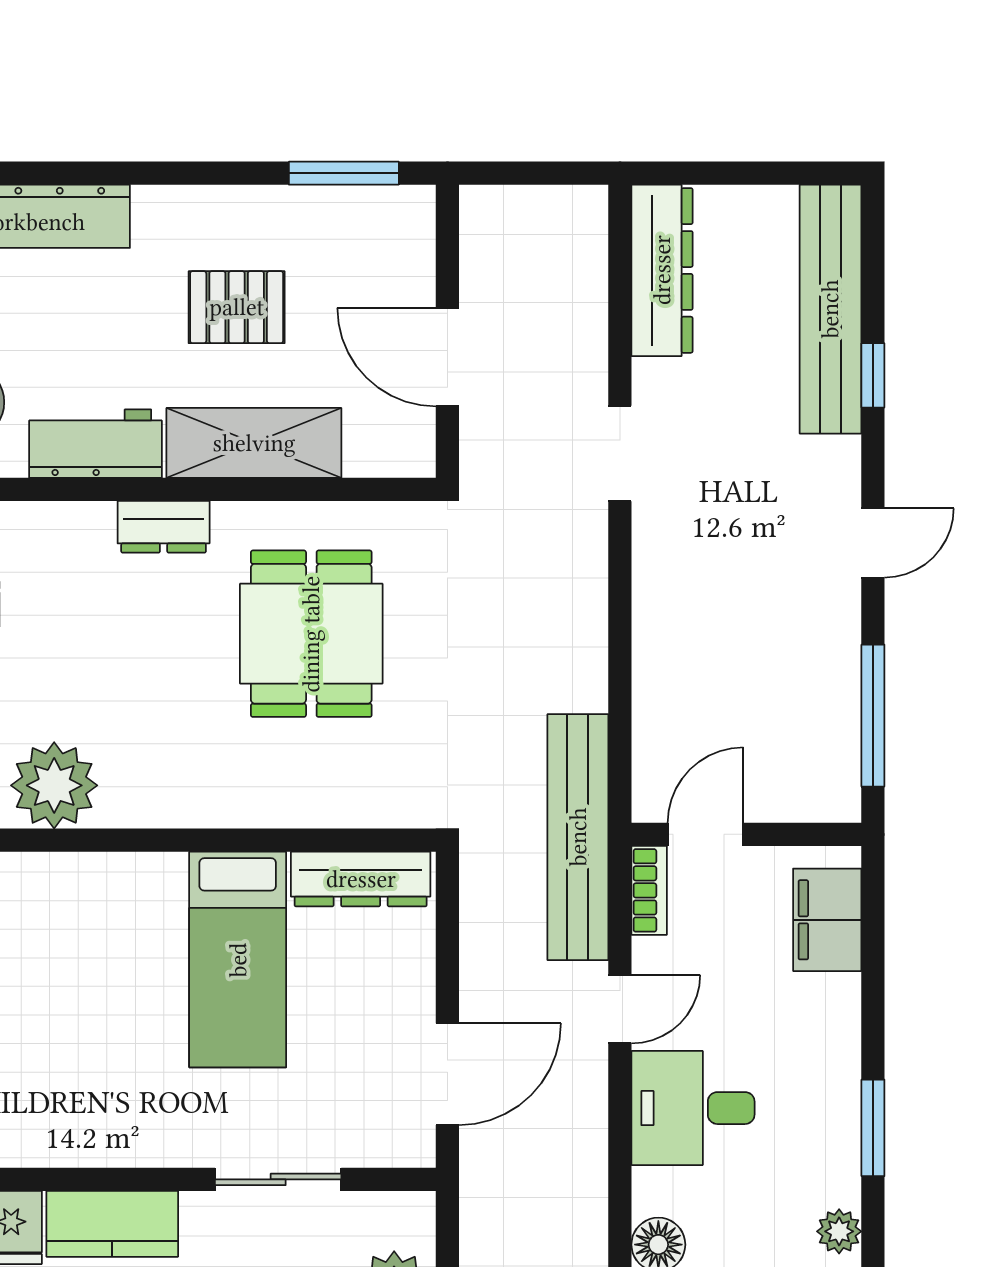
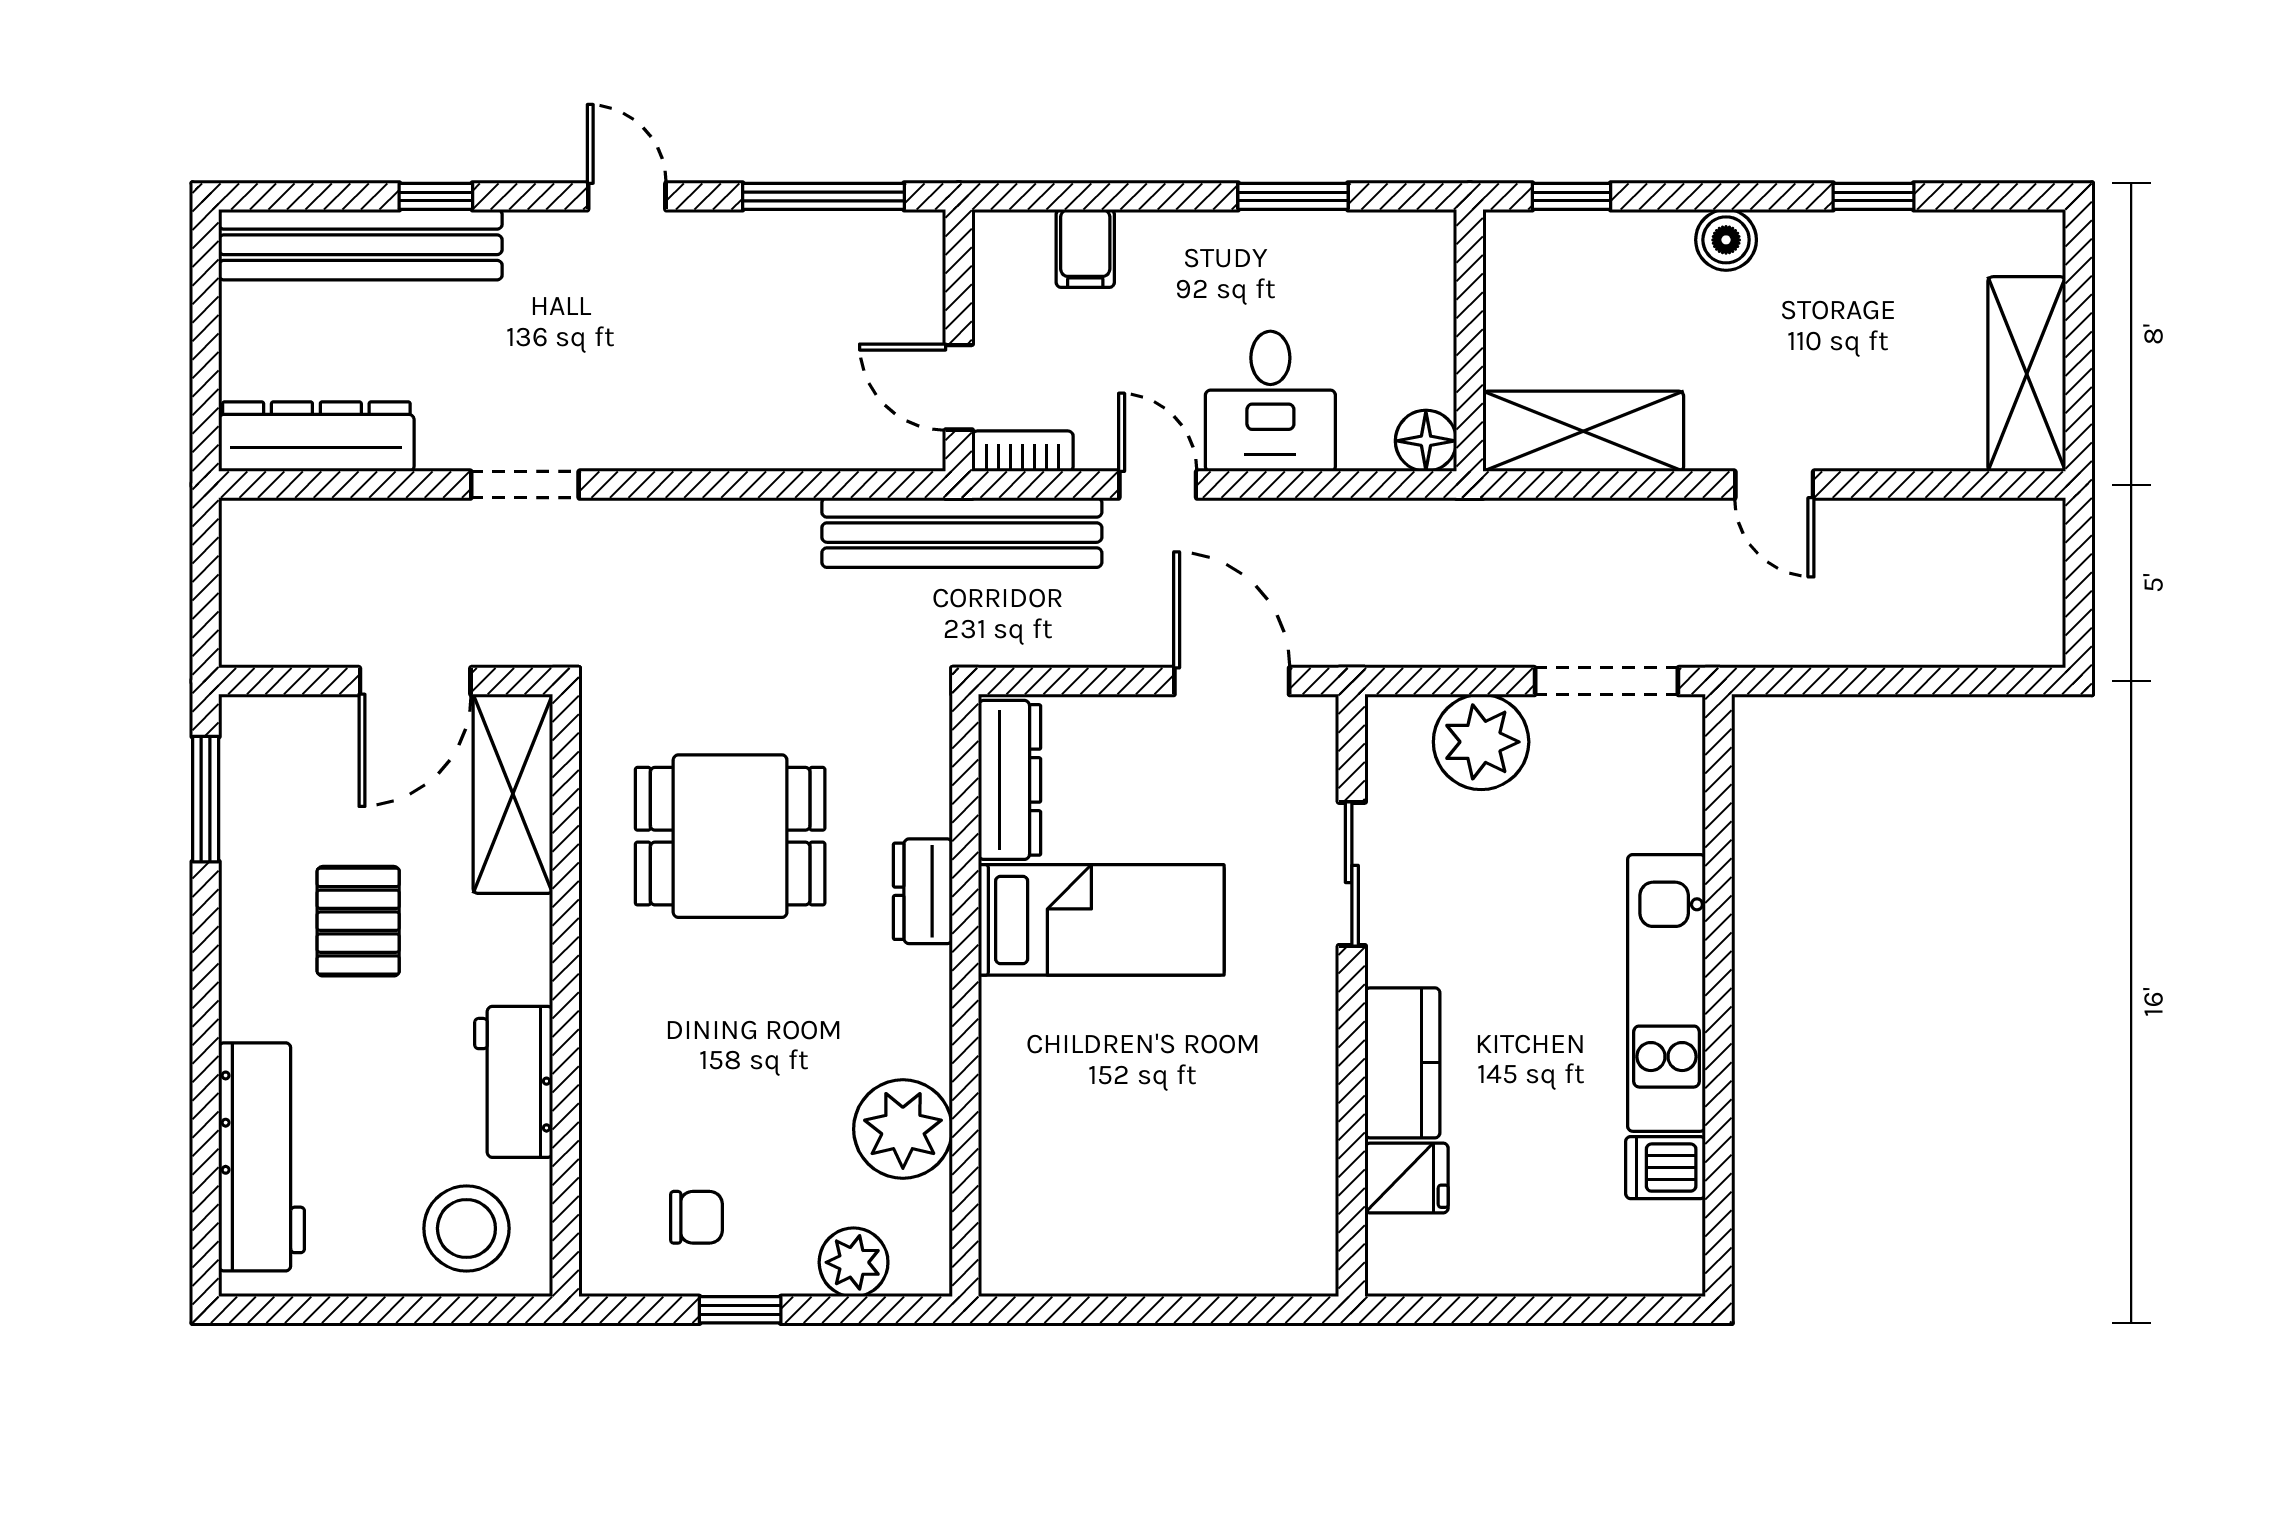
shelving: (254, 443) -> (513, 794), moved
dresser: (164, 527) -> (923, 891), moved, turned 180
filing cabinet: (827, 920) -> (1085, 248), width x0.50
plant: (839, 1231) -> (1411, 235), removed

